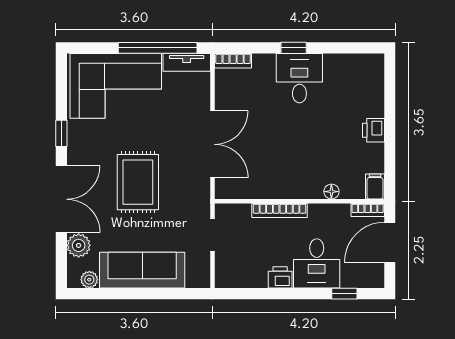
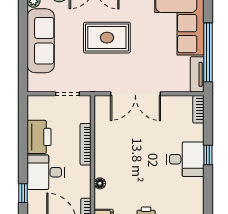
printer: (280, 277) -> (39, 137), width x1.87, depth x1.48

